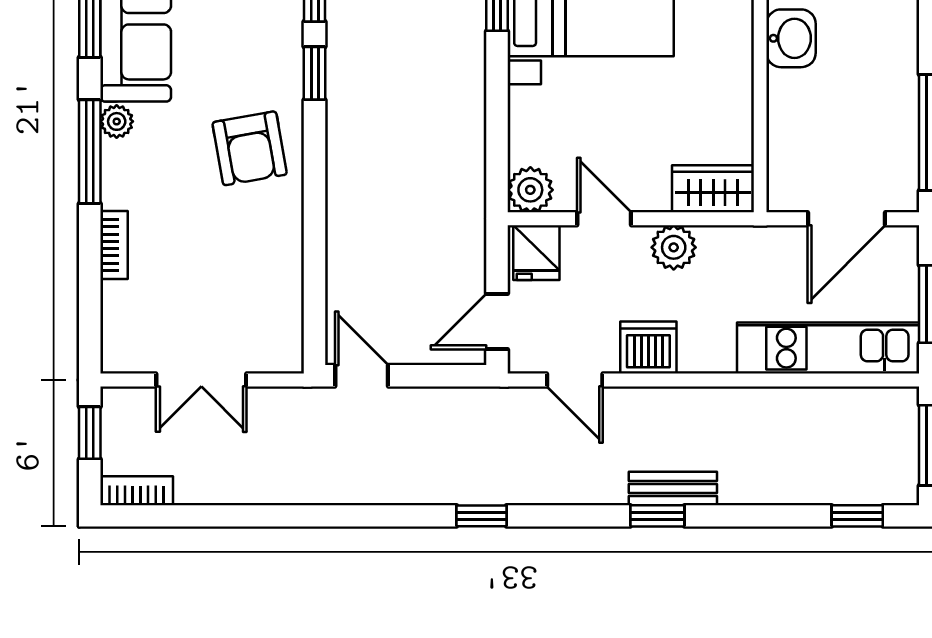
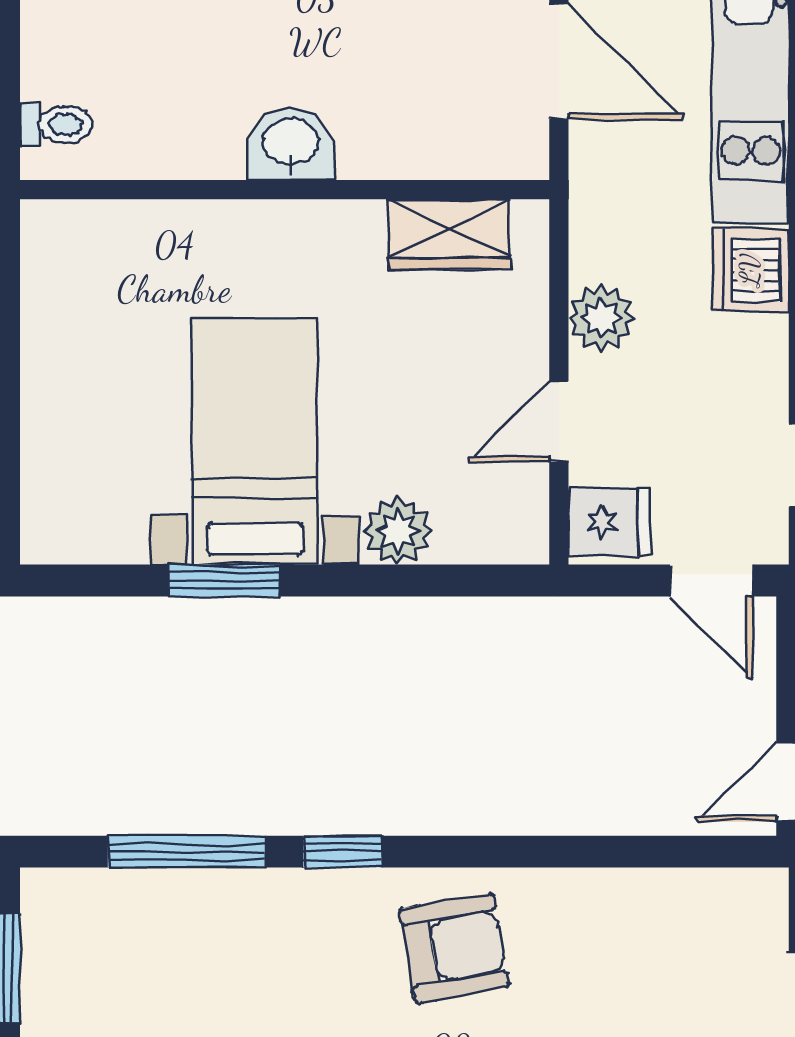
wardrobe: (713, 189) -> (449, 234), moved, turned -90
plant: (530, 190) -> (398, 531), moved
dishwasher: (648, 348) -> (750, 270), moved

